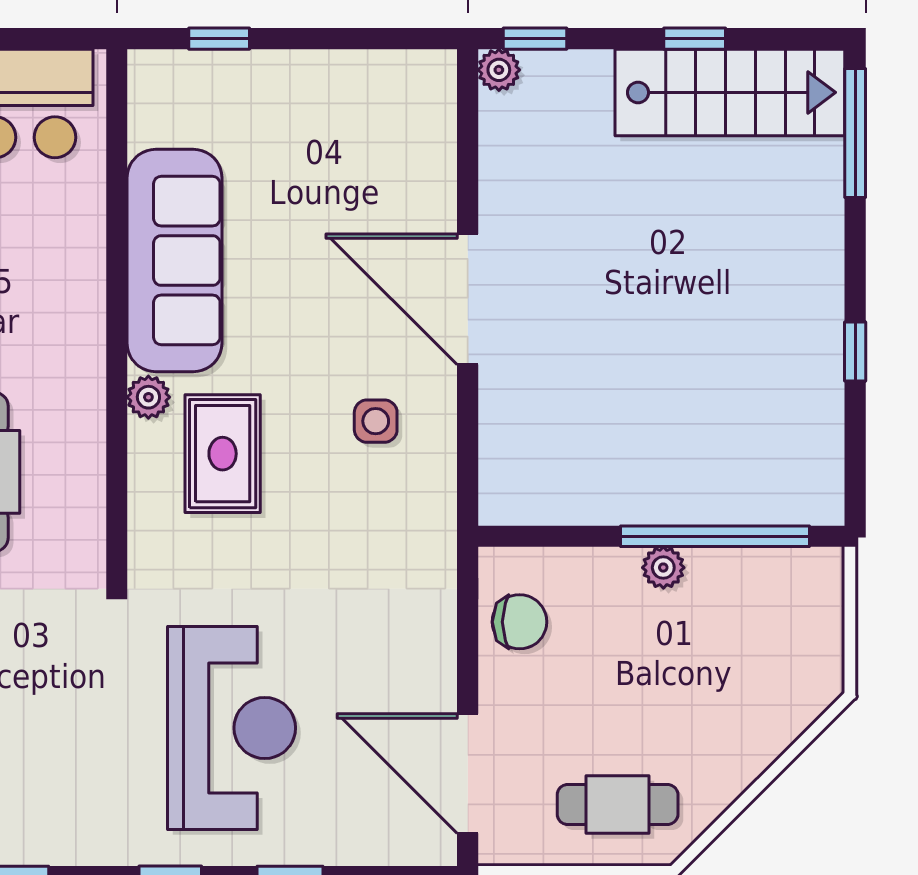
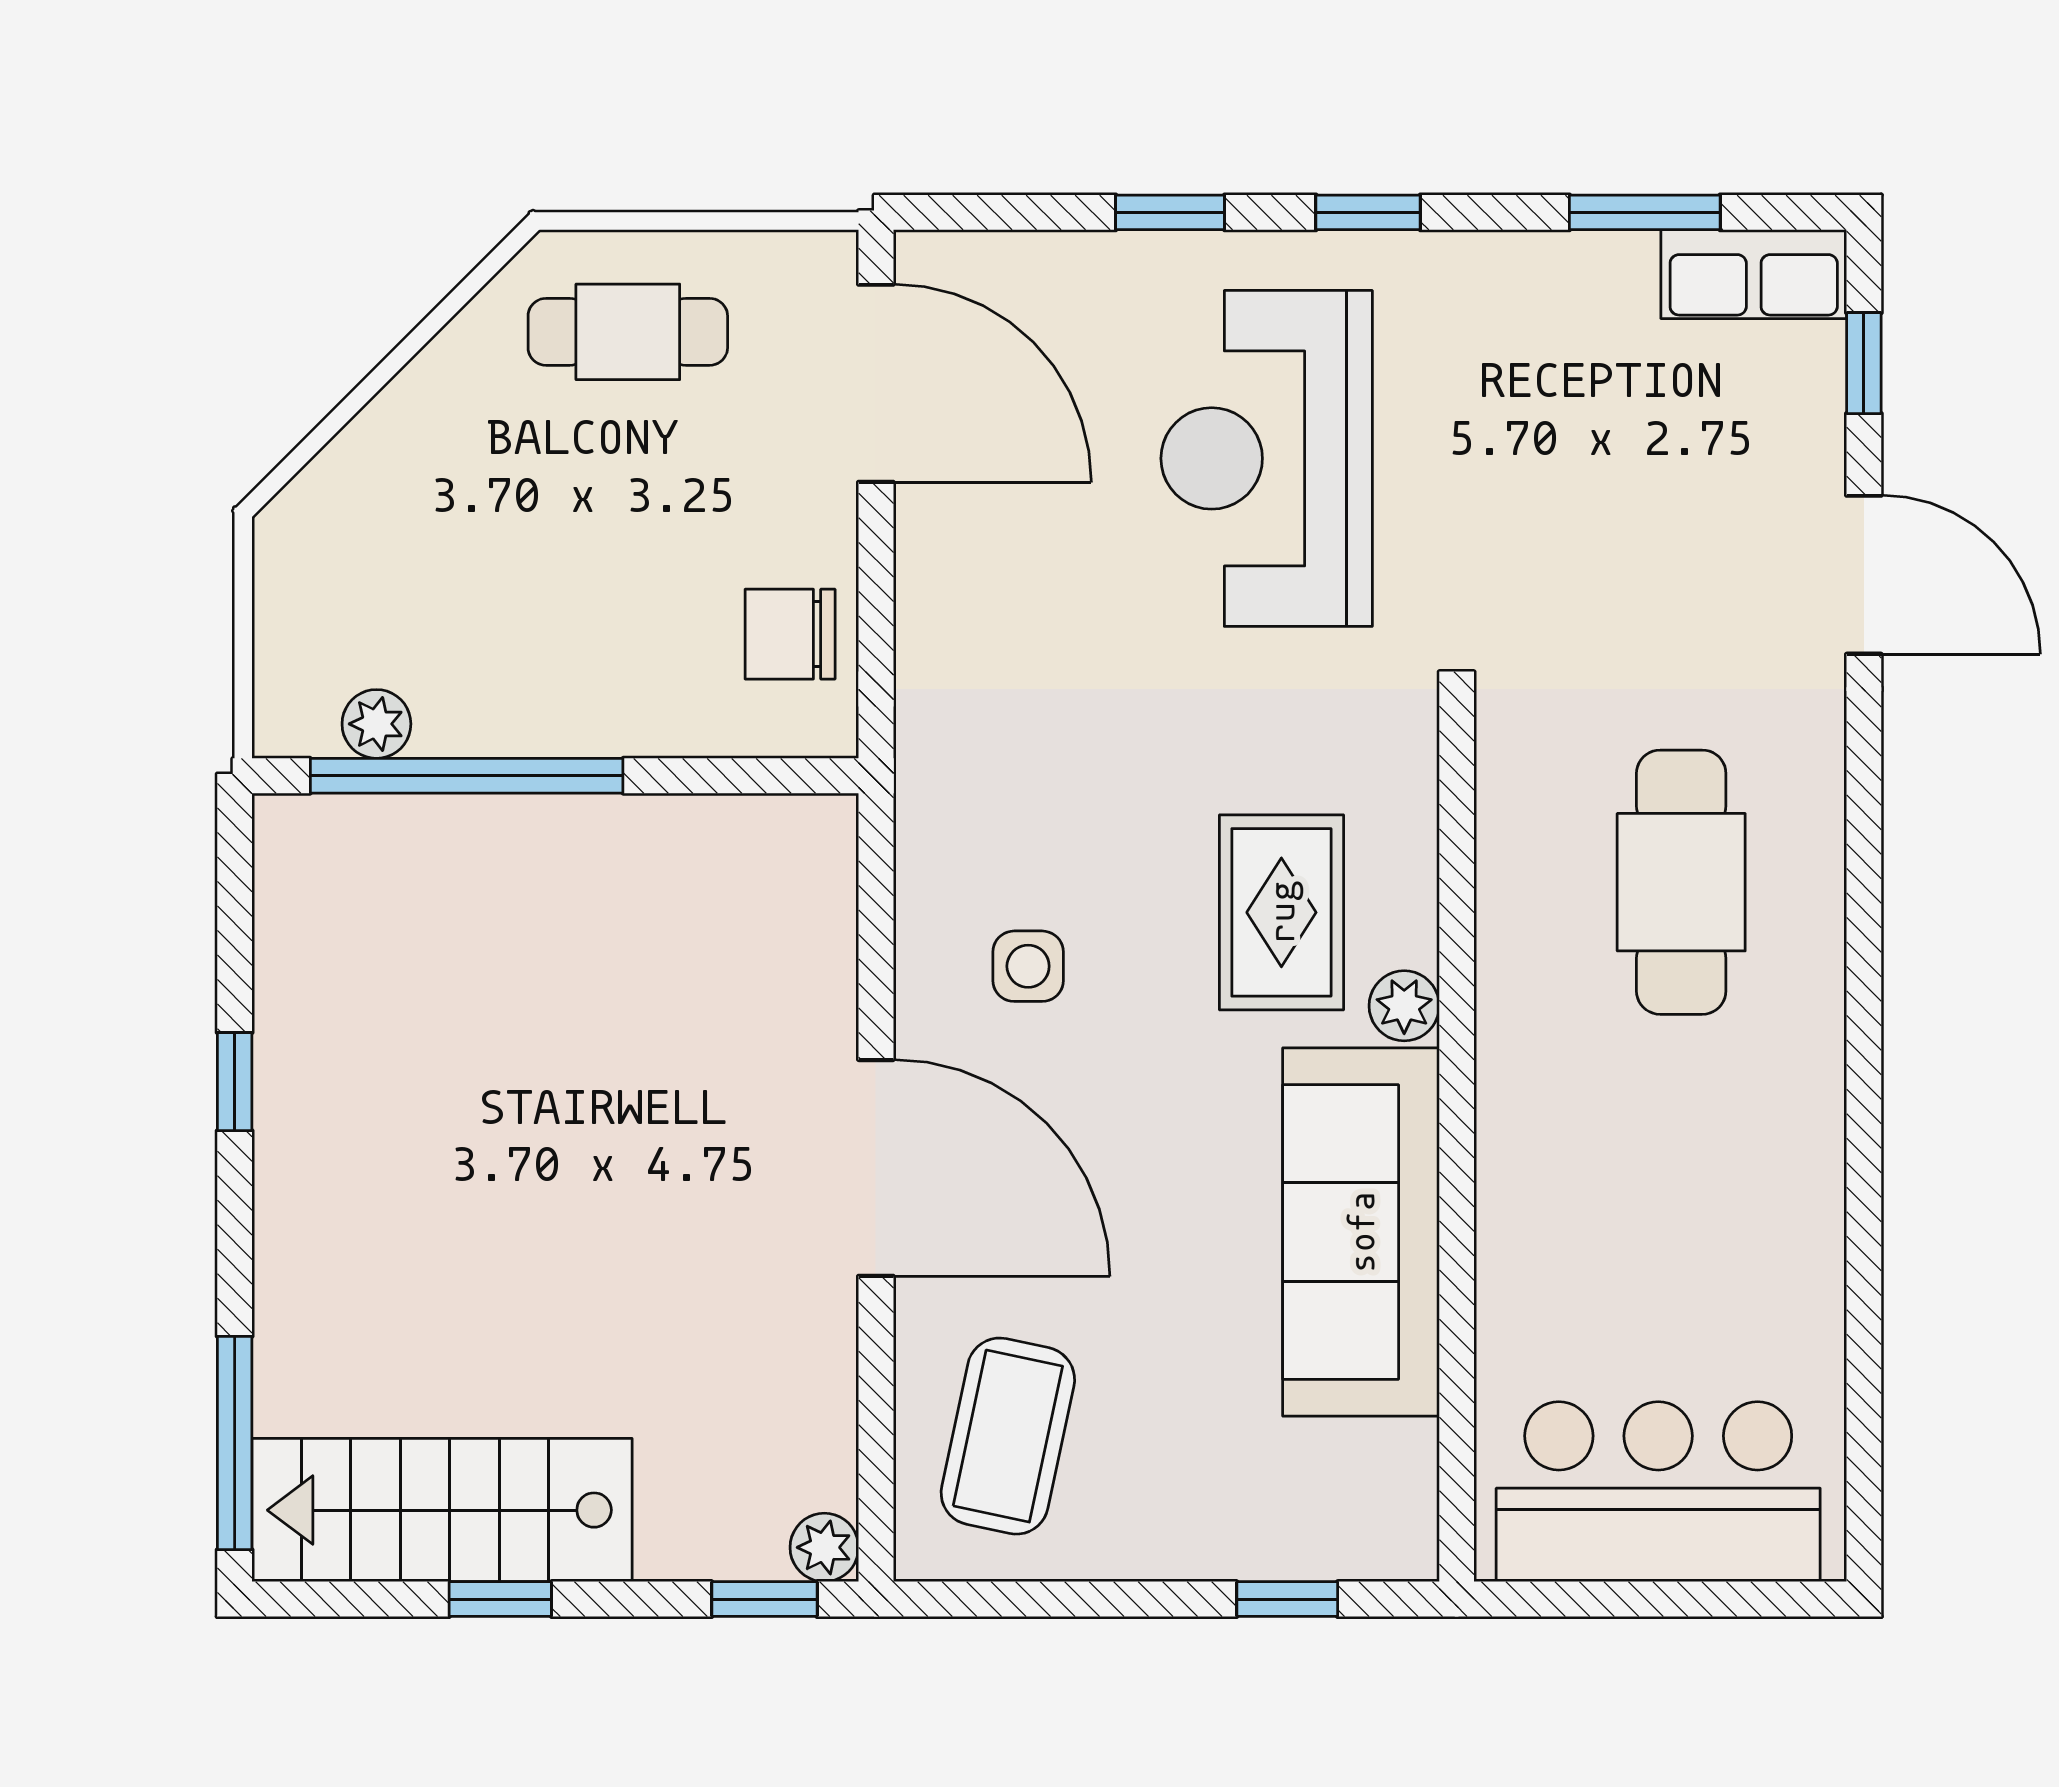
coffee table: (388, 137) -> (1008, 1436), added
plant: (663, 568) -> (376, 724), moved

